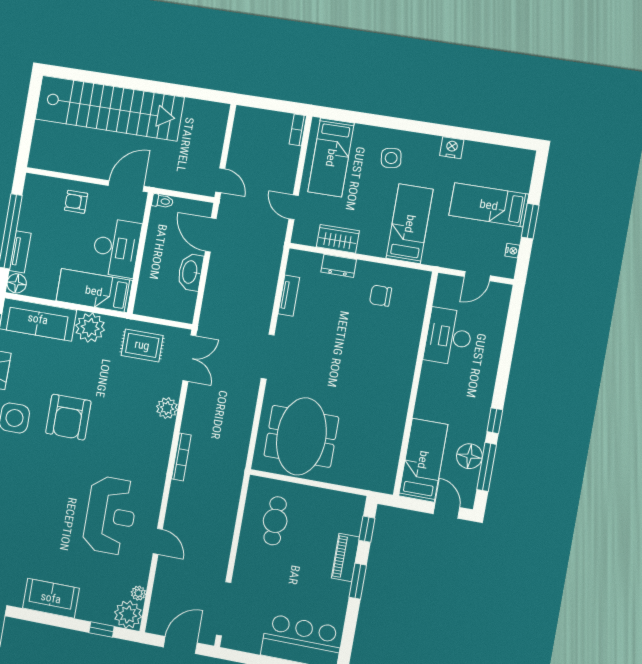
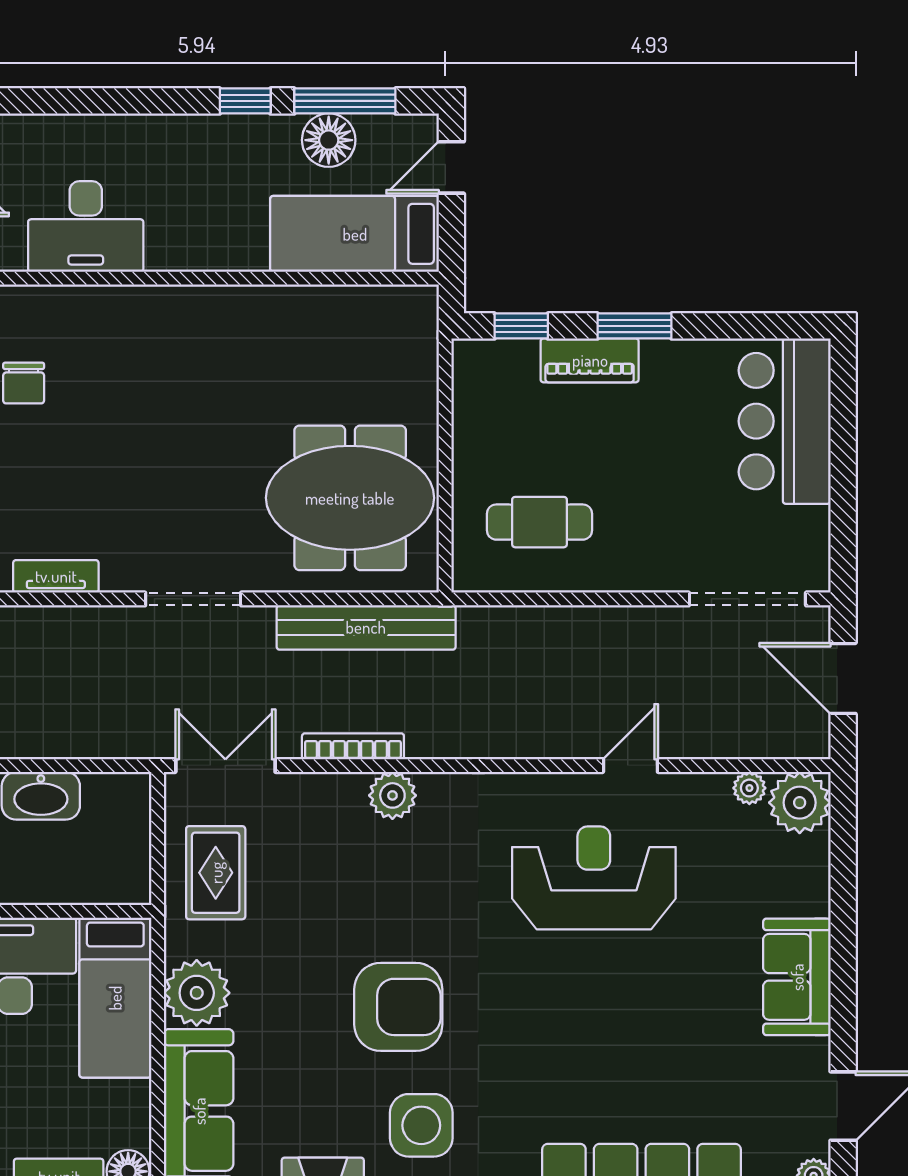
plant: (167, 408) -> (392, 795), moved
bench: (241, 433) -> (366, 627), added
bookcase: (181, 457) -> (353, 746), moved
window: (102, 629) -> (843, 854), removed

